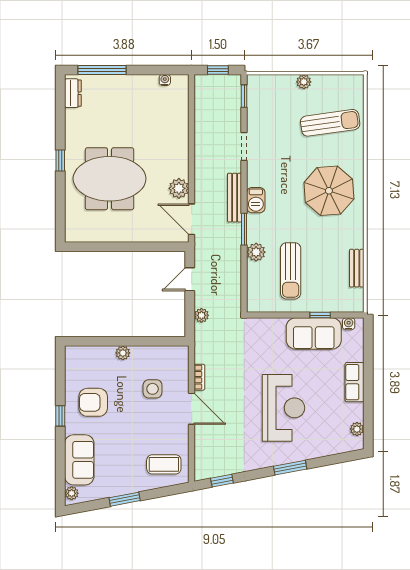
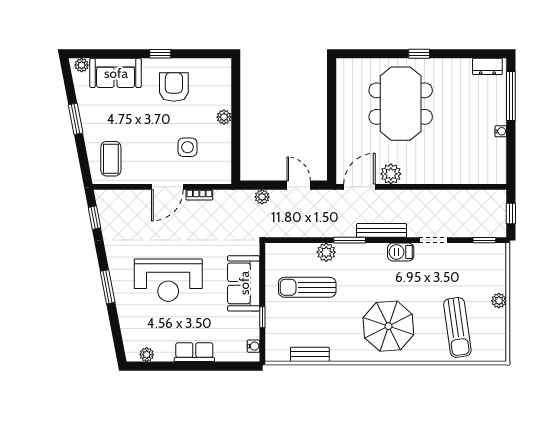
water cooler: (165, 80) -> (501, 131), moved
barbecue: (256, 200) -> (401, 252), moved
sofa: (314, 334) -> (244, 283), moved

